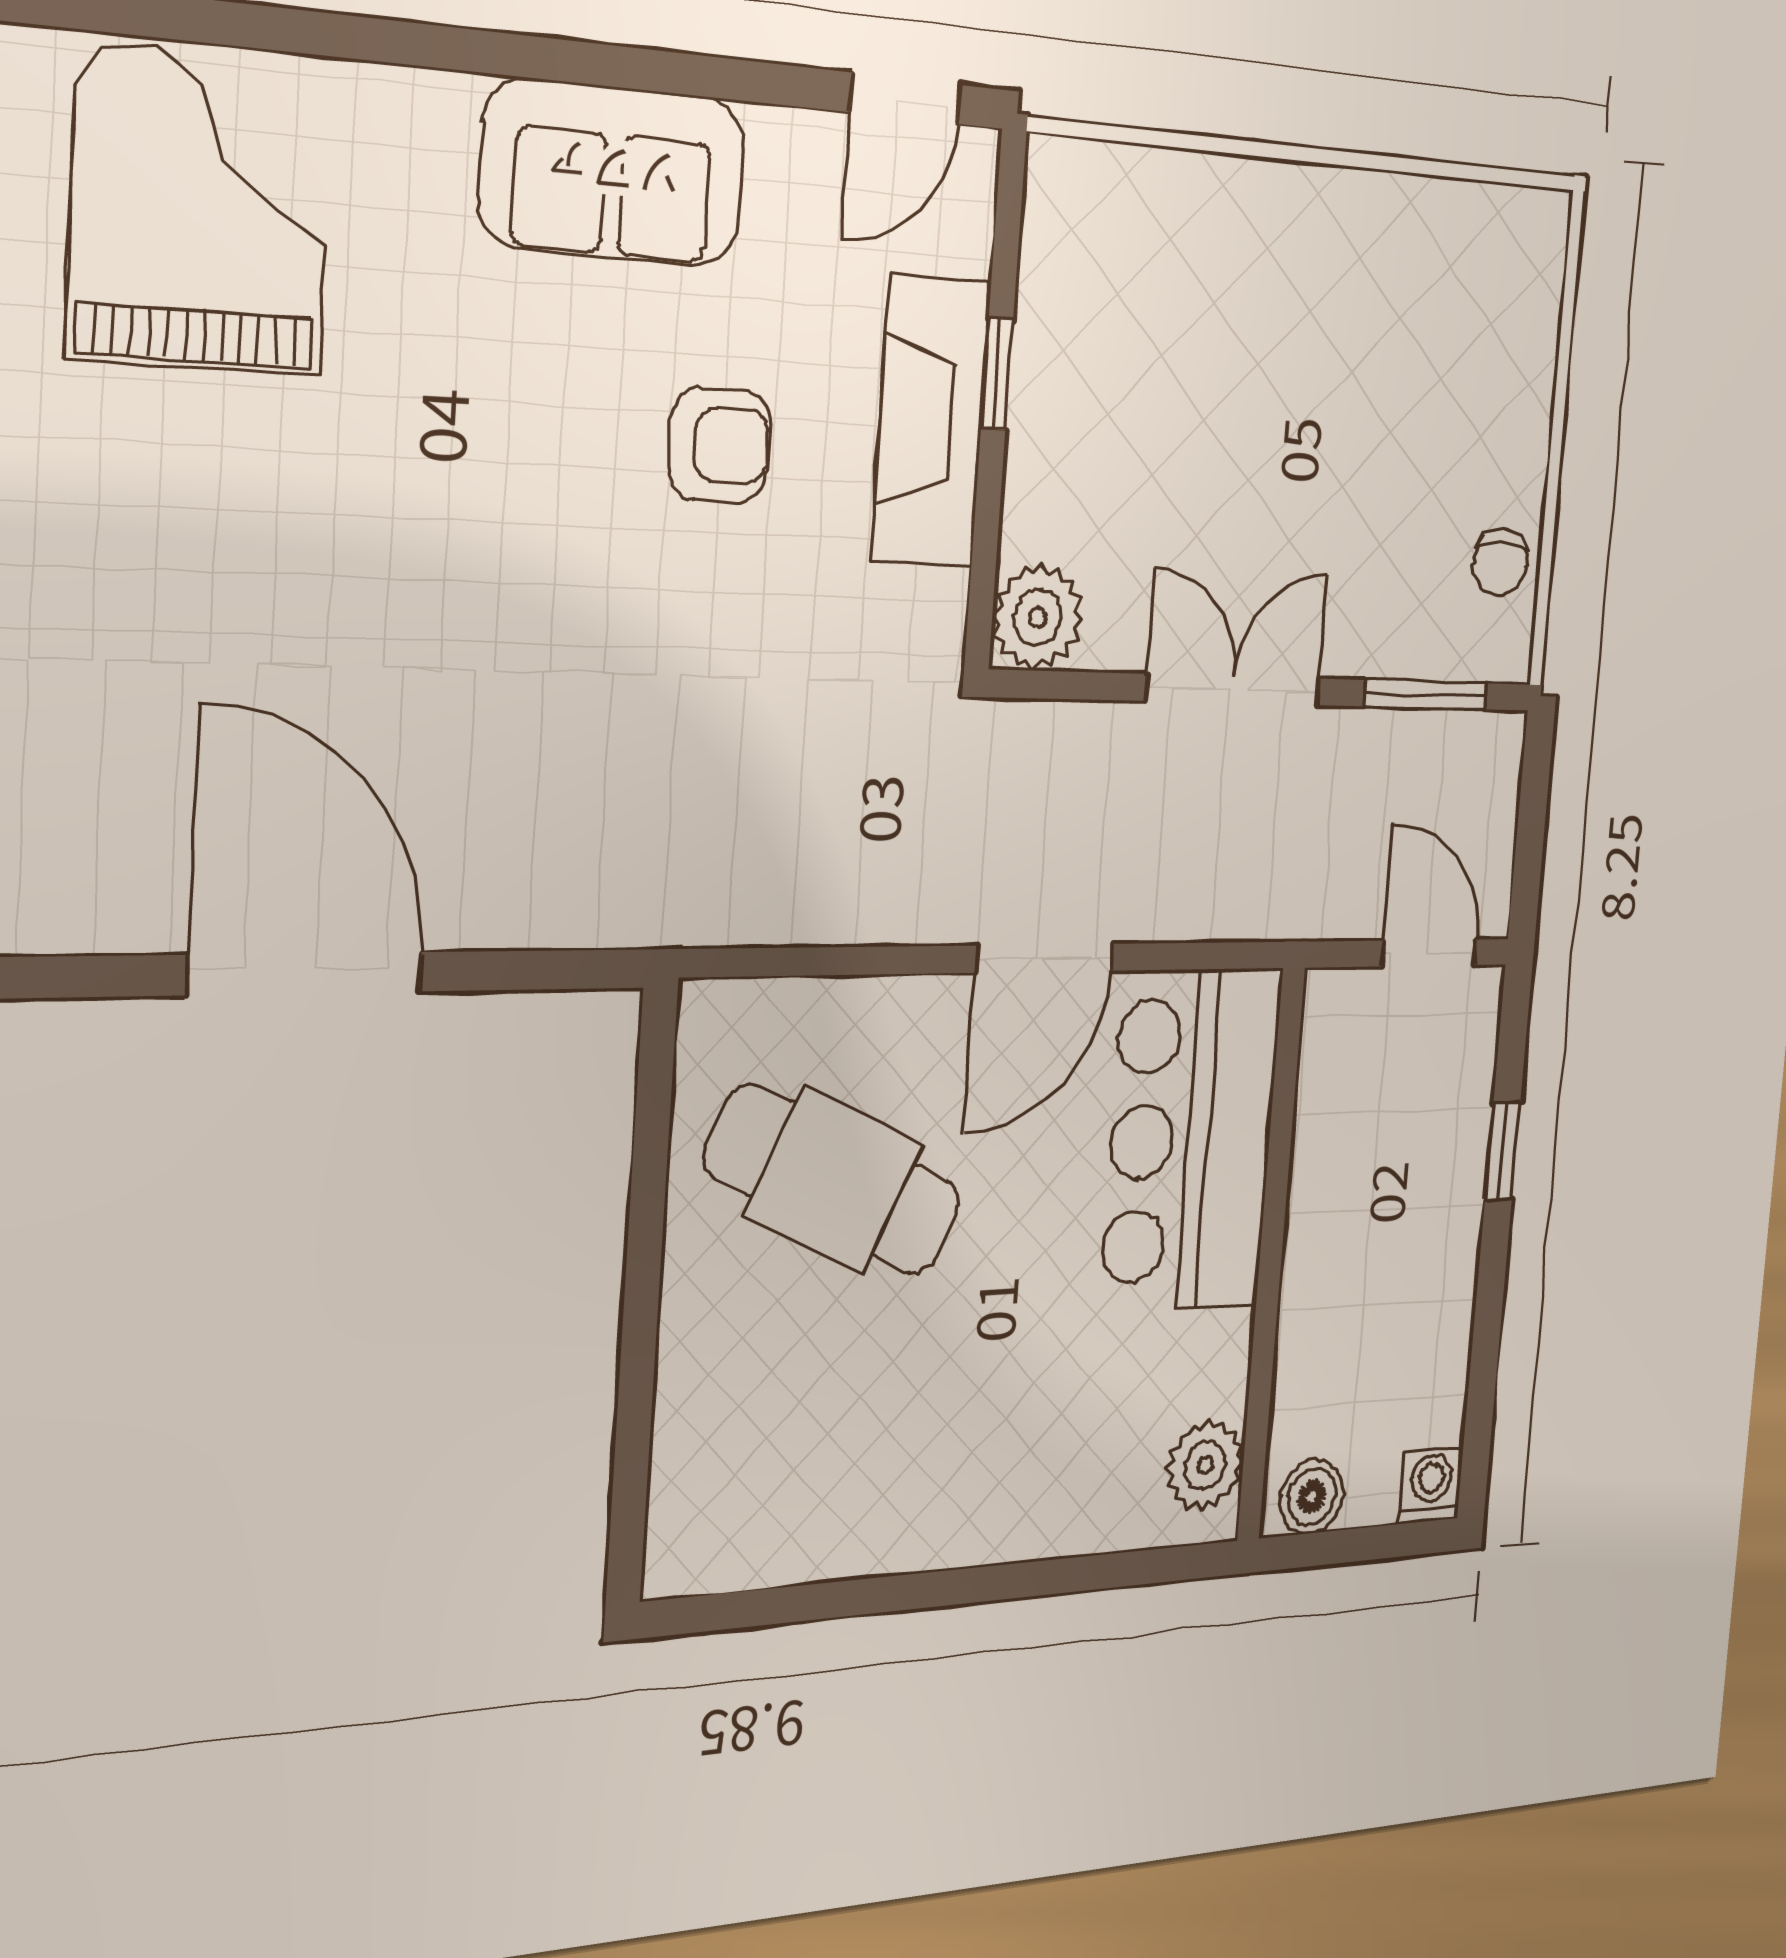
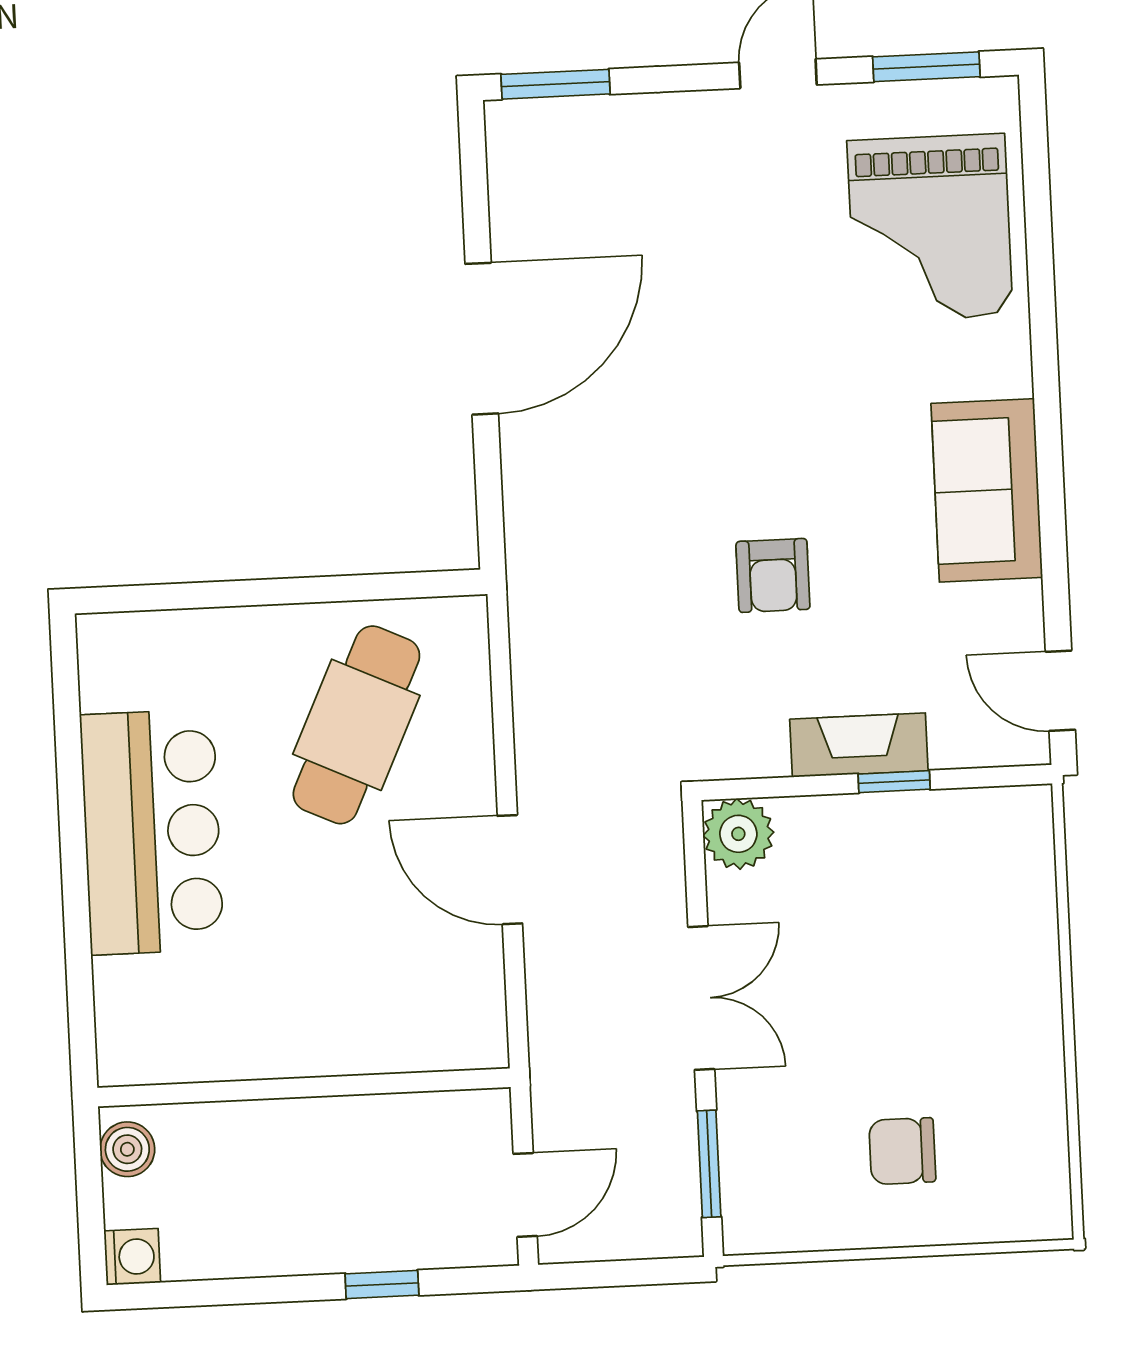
grand piano: (201, 210) -> (930, 228), turned 90
fireplace: (931, 422) -> (859, 745), width x0.73, depth x0.76
armchair: (719, 445) -> (773, 575), moved
chair: (1500, 562) -> (902, 1151), moved, width x1.37, depth x1.37
bar counter: (1191, 1140) -> (152, 832), moved, turned 90
plant: (1205, 1465) -> (153, 1052), removed

